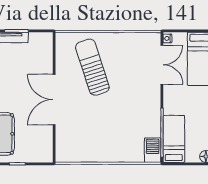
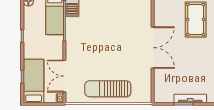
sun lounger: (92, 67) -> (108, 89), moved, turned 108

